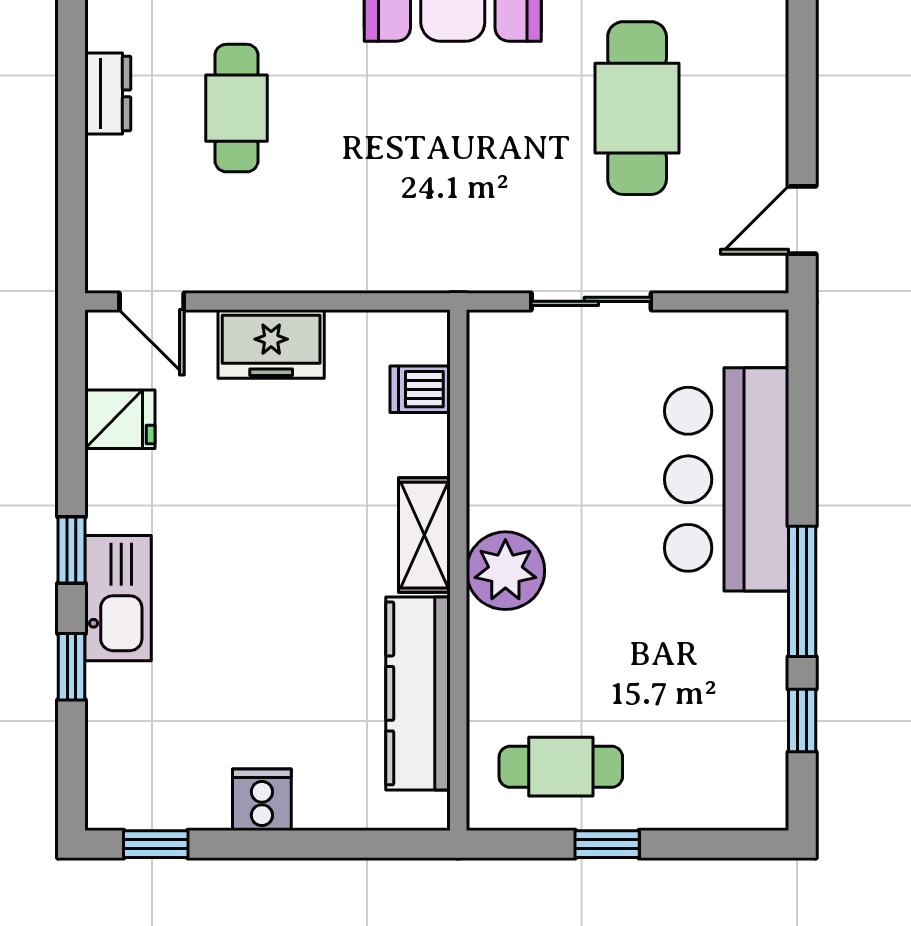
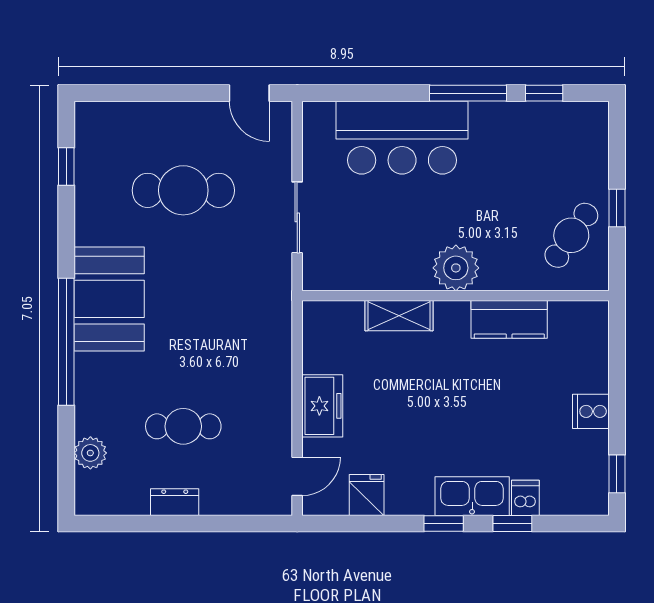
dishwasher: (420, 389) -> (525, 498), moved, turned 180
shelving: (424, 535) -> (399, 316), moved
kitchen counter: (418, 693) -> (509, 319), width x0.67
cafe table: (561, 767) -> (571, 235), turned 35

